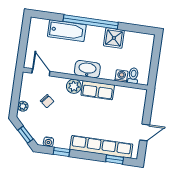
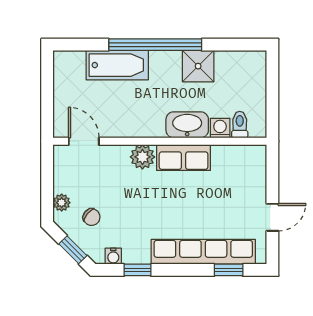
washbasin: (87, 69) -> (187, 125), moved
chair: (47, 101) -> (92, 217), moved

